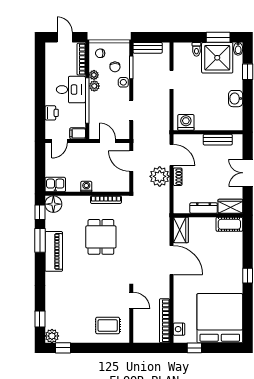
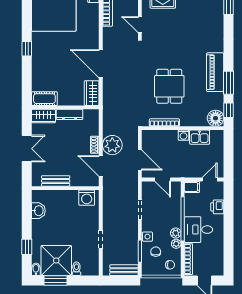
washbasin: (236, 99) -> (38, 211), moved
kitchen sink: (55, 185) -> (200, 137), moved

